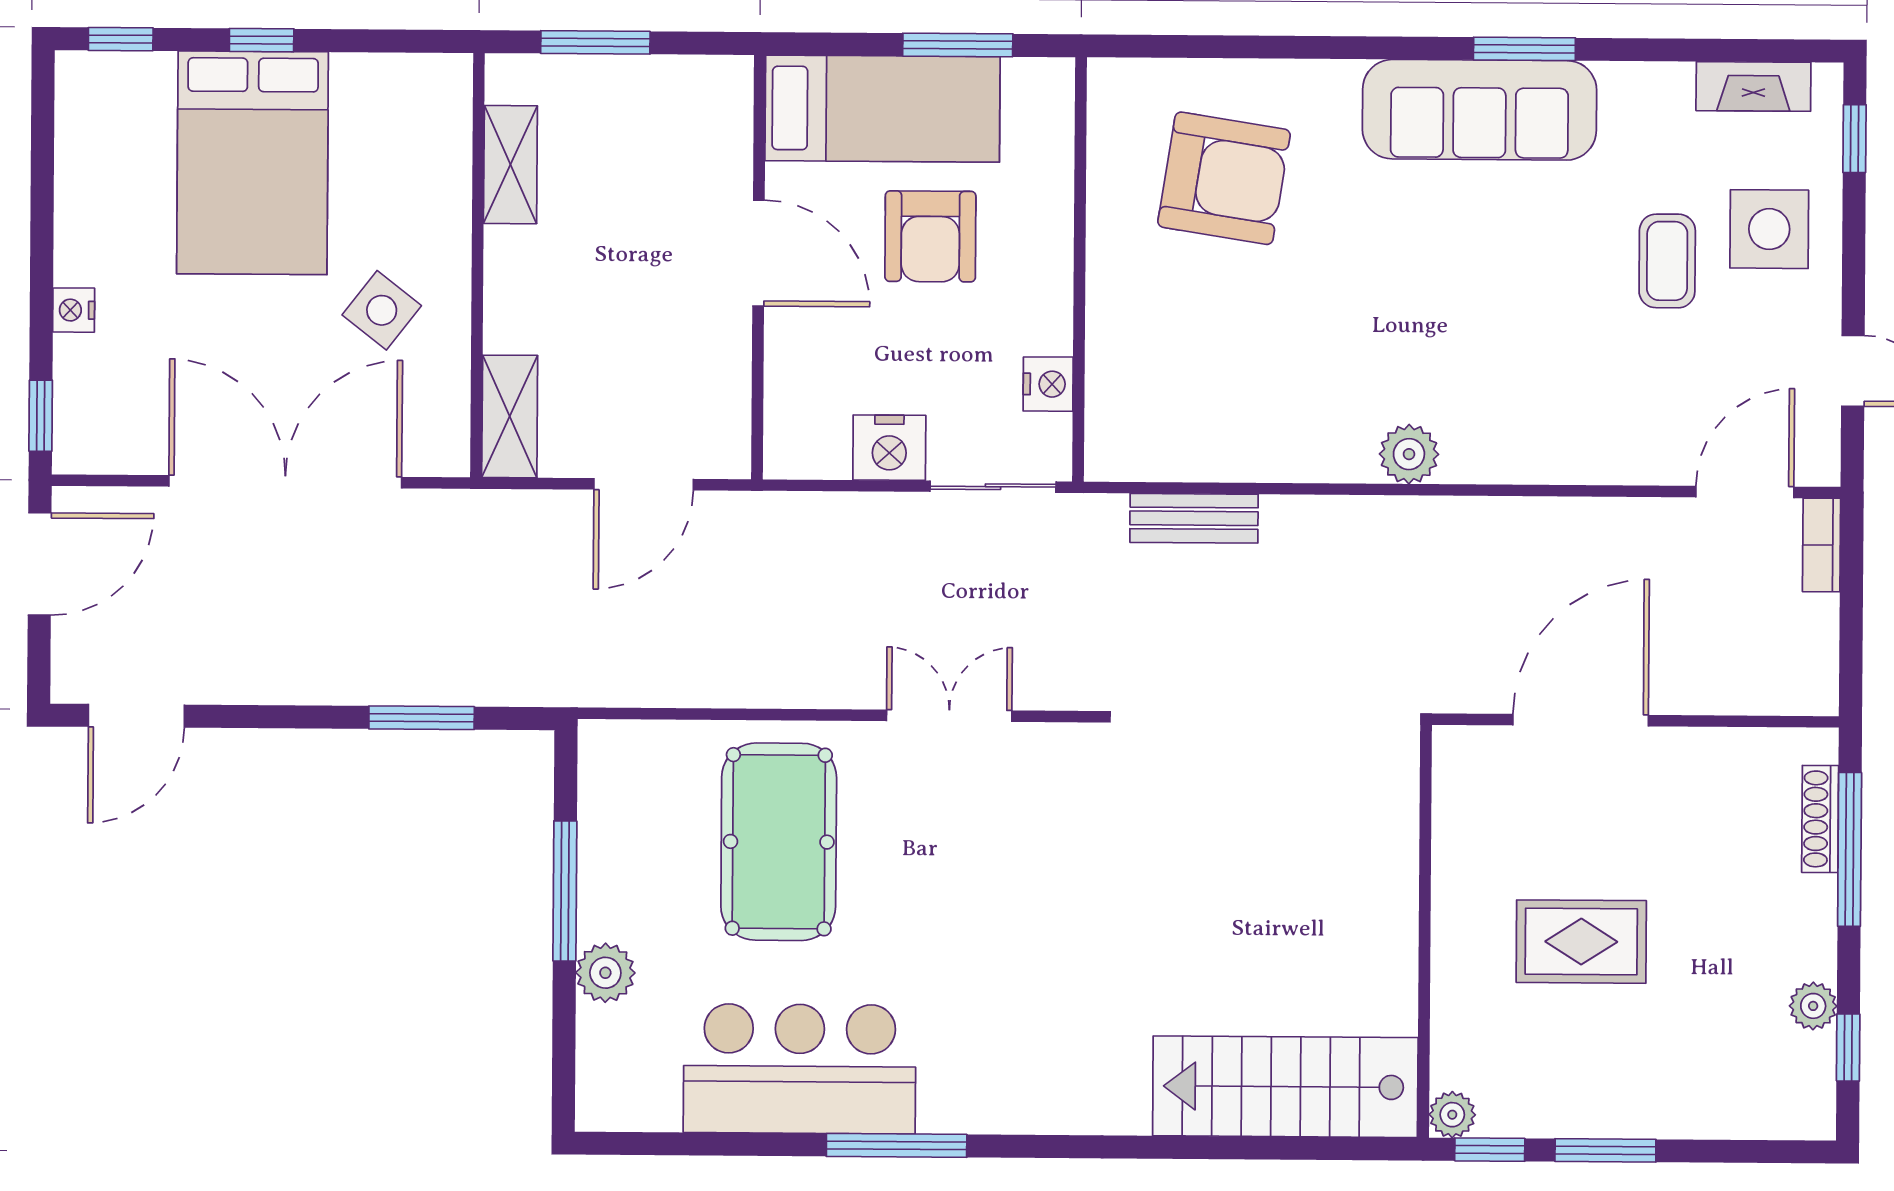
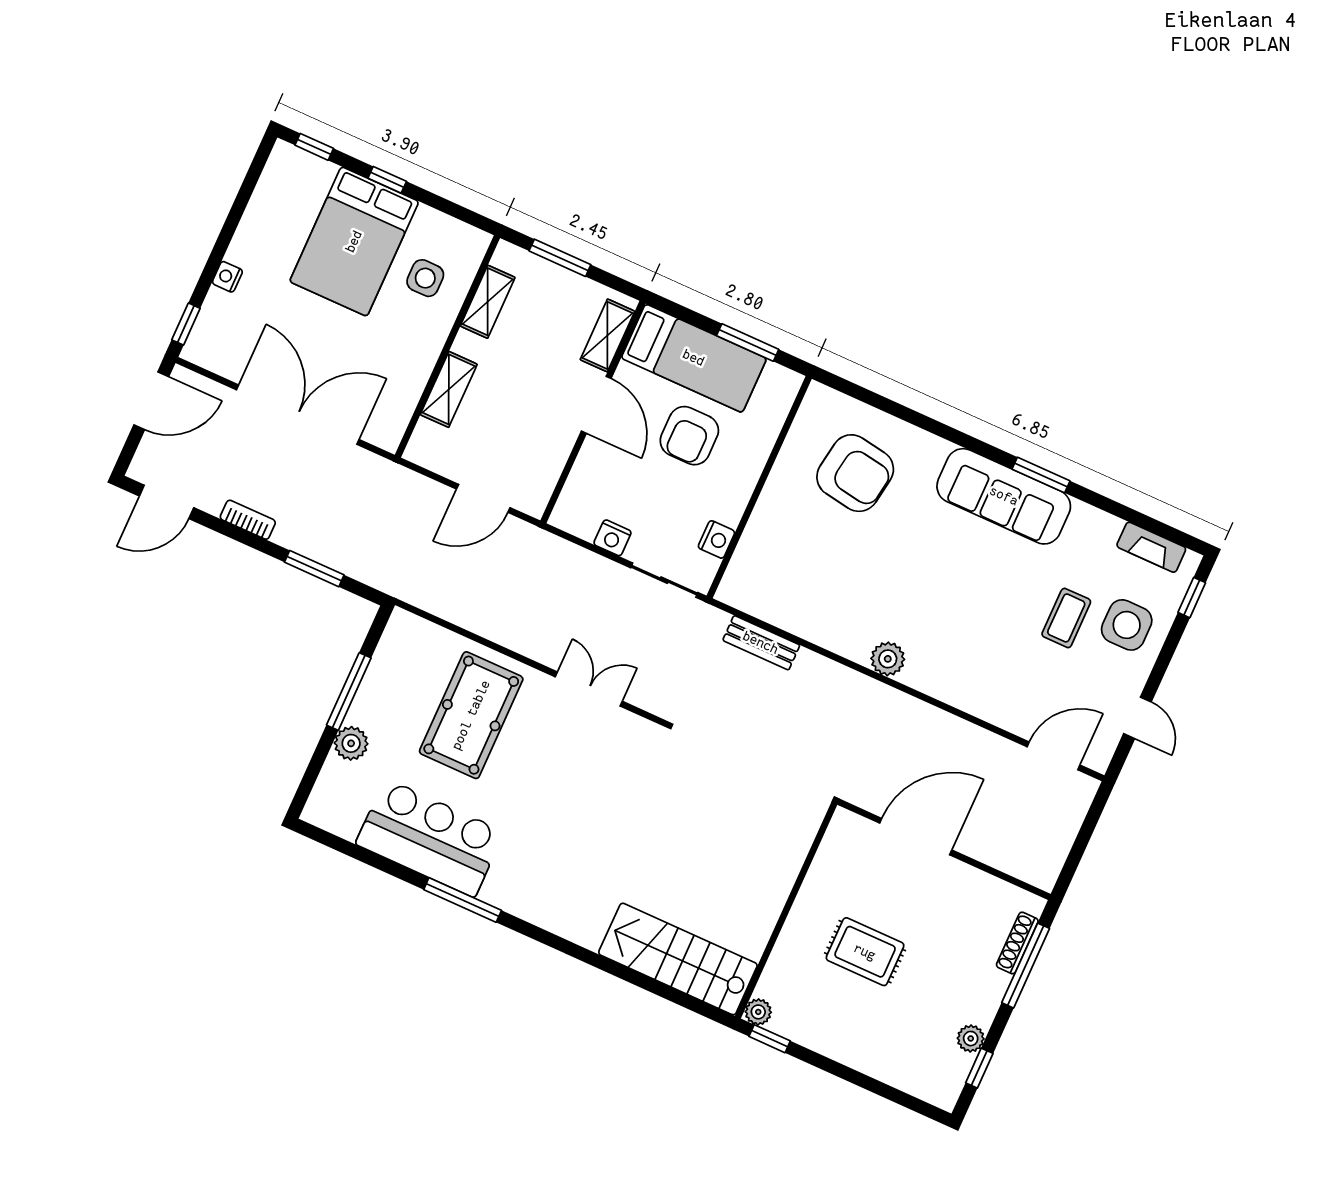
shelving: (727, 133) -> (607, 335), added
side table: (382, 310) -> (425, 278), moved, turned -38
shelving: (510, 416) -> (449, 389), moved
nightstand: (889, 448) -> (612, 538), width x0.74, depth x0.75
bookcase: (1821, 545) -> (248, 520), moved, turned 90
window: (1605, 1150) -> (830, 1066), removed

